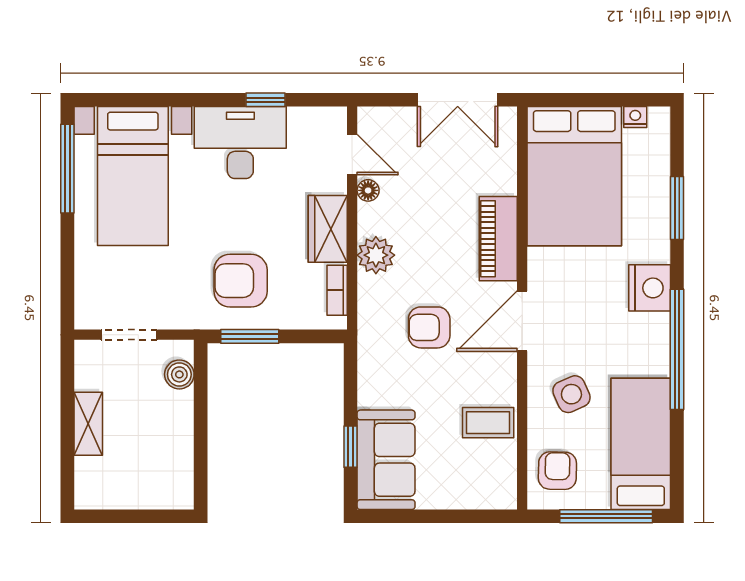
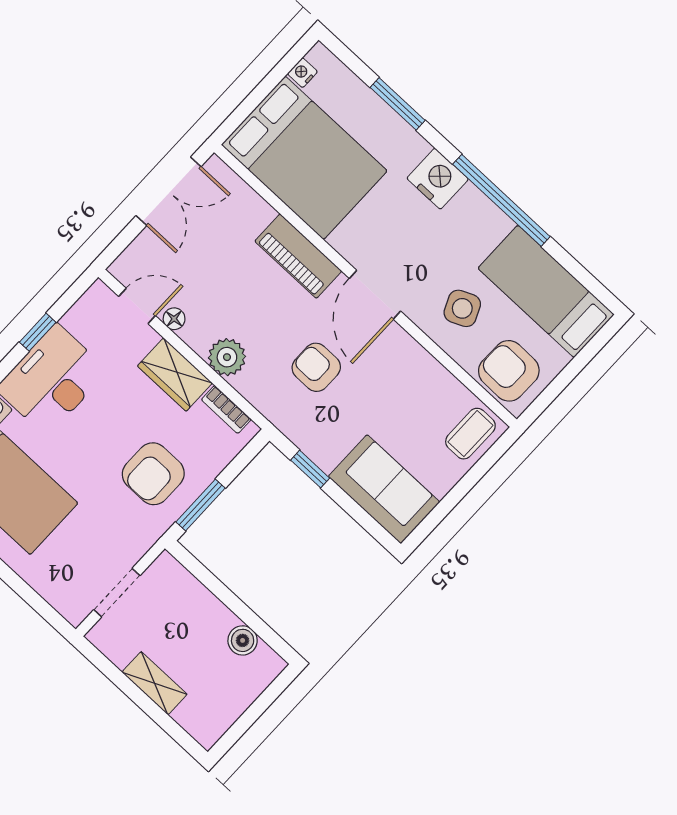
armchair: (429, 327) -> (316, 367), turned 90
boiler: (179, 374) -> (243, 640), moved
coffee table: (488, 423) -> (470, 434), moved
window: (351, 447) -> (310, 469), moved
armchair: (557, 471) -> (509, 371), width x1.38, depth x1.38
window: (606, 516) -> (576, 366), removed

